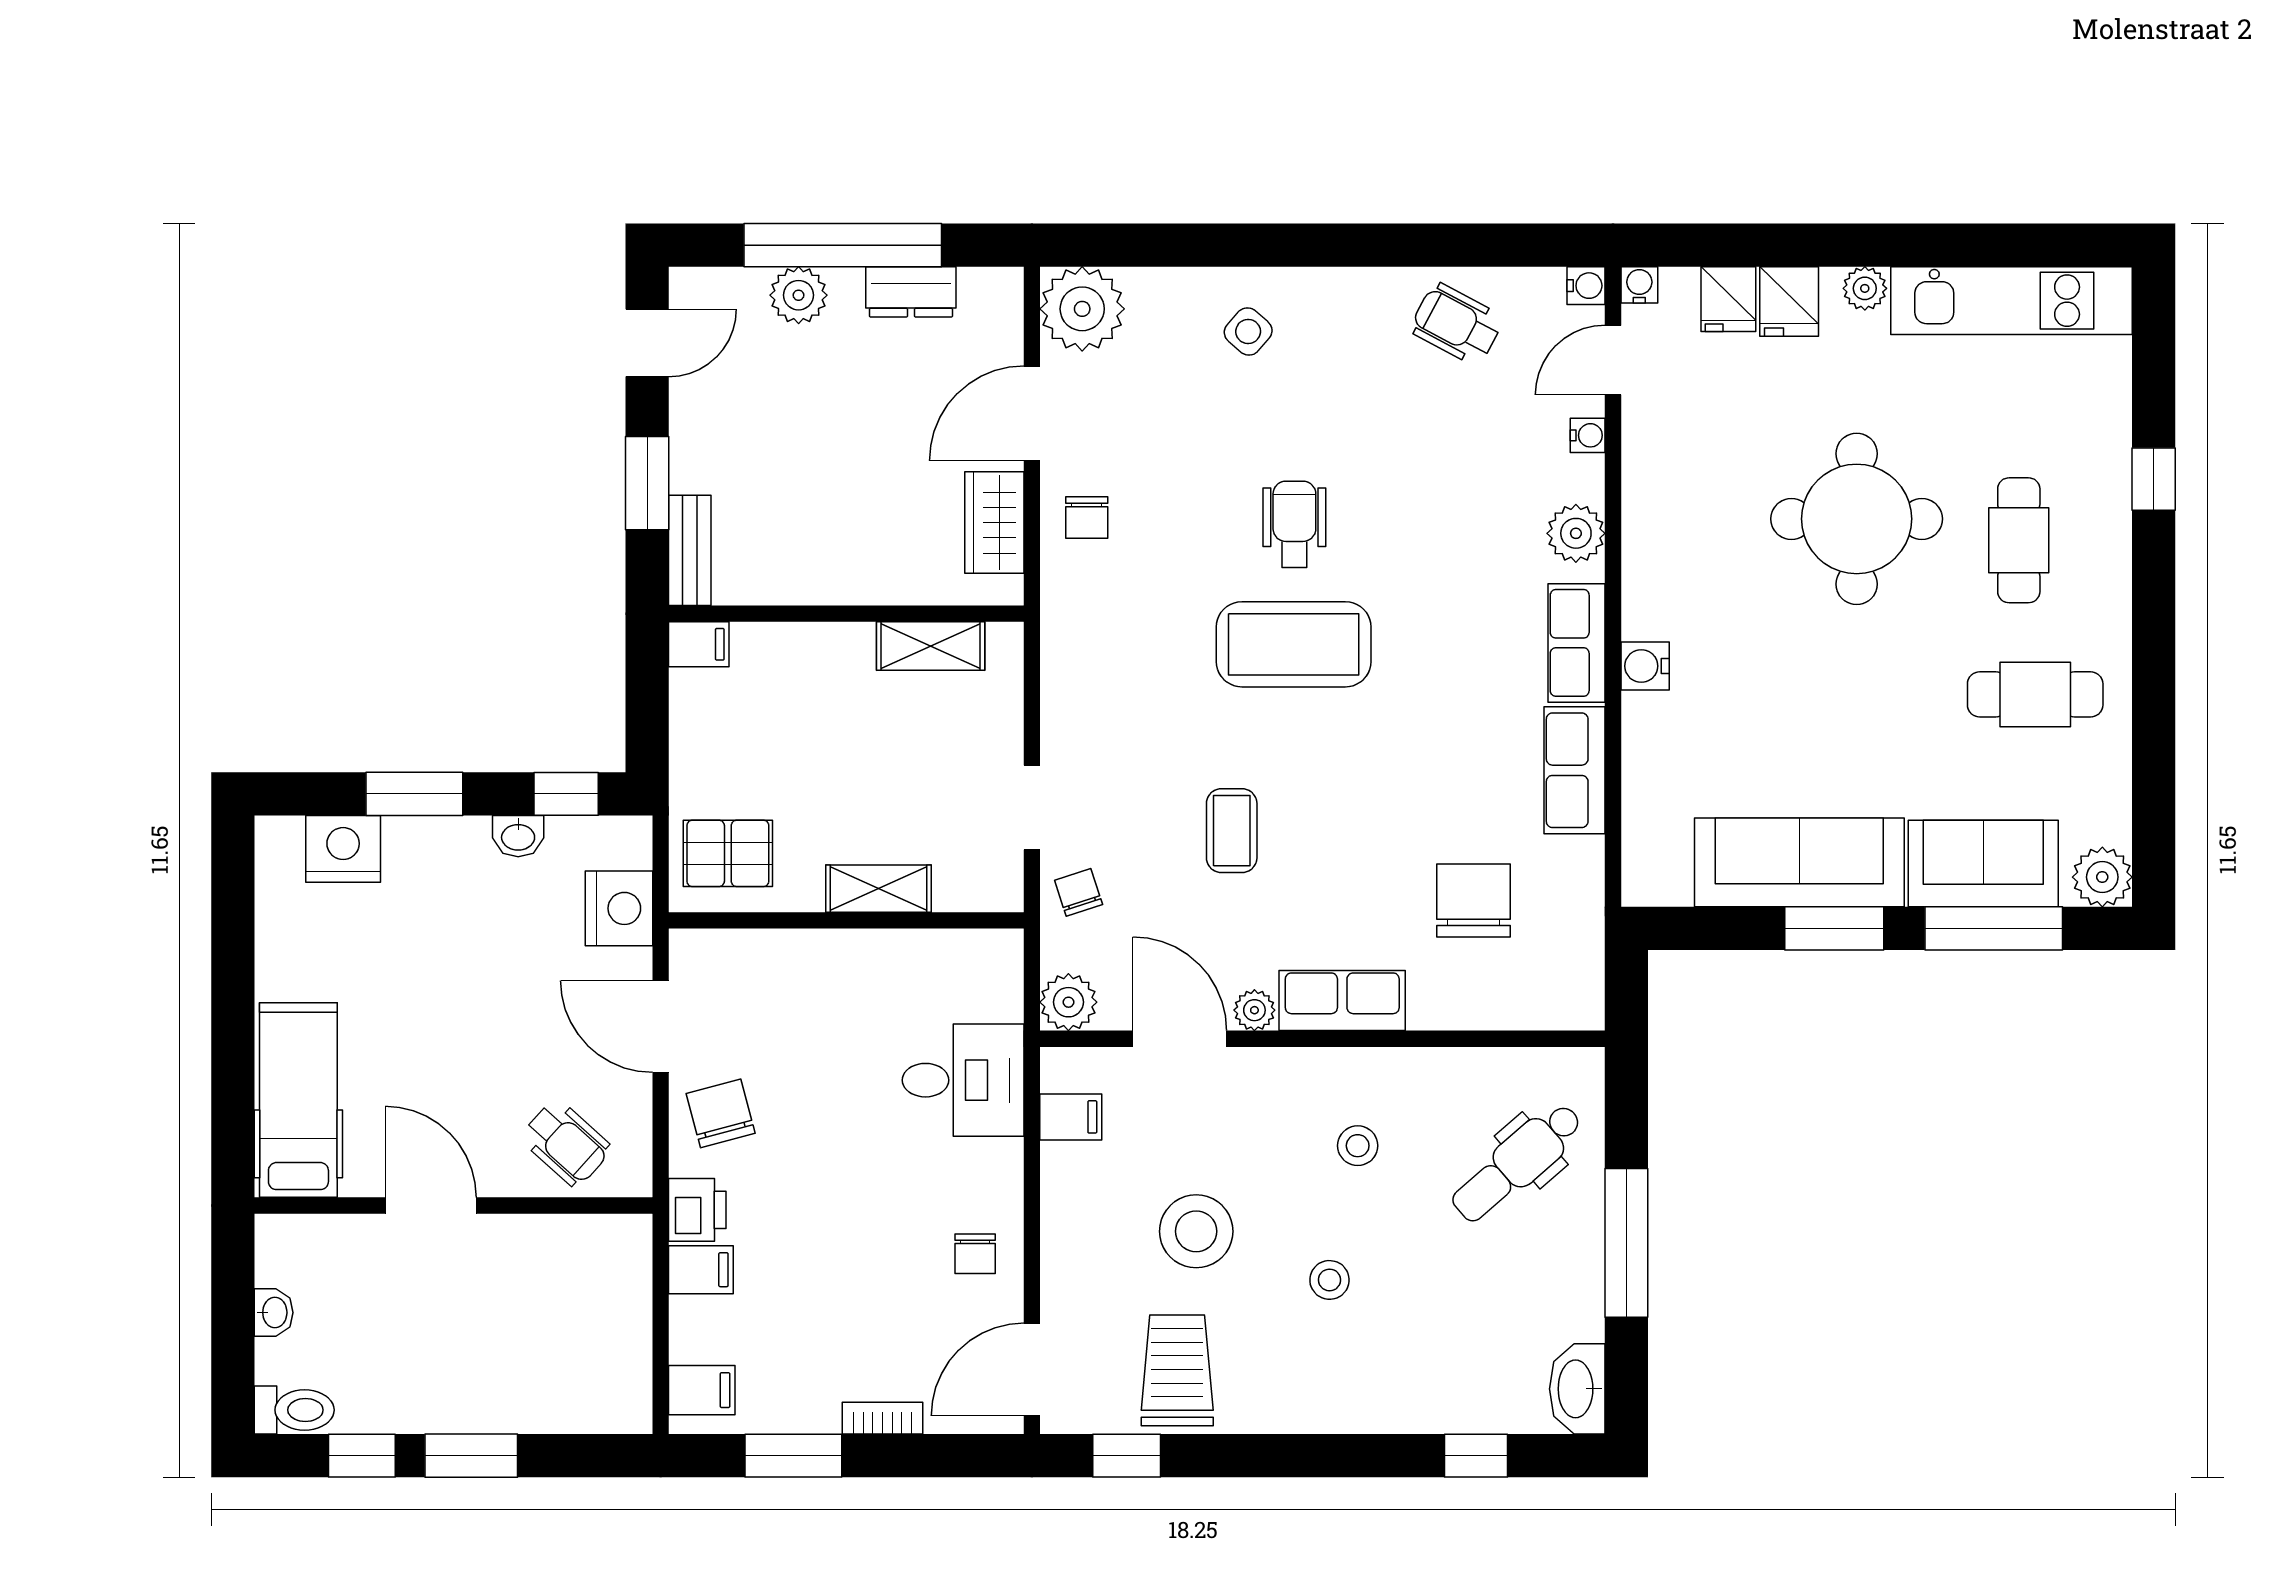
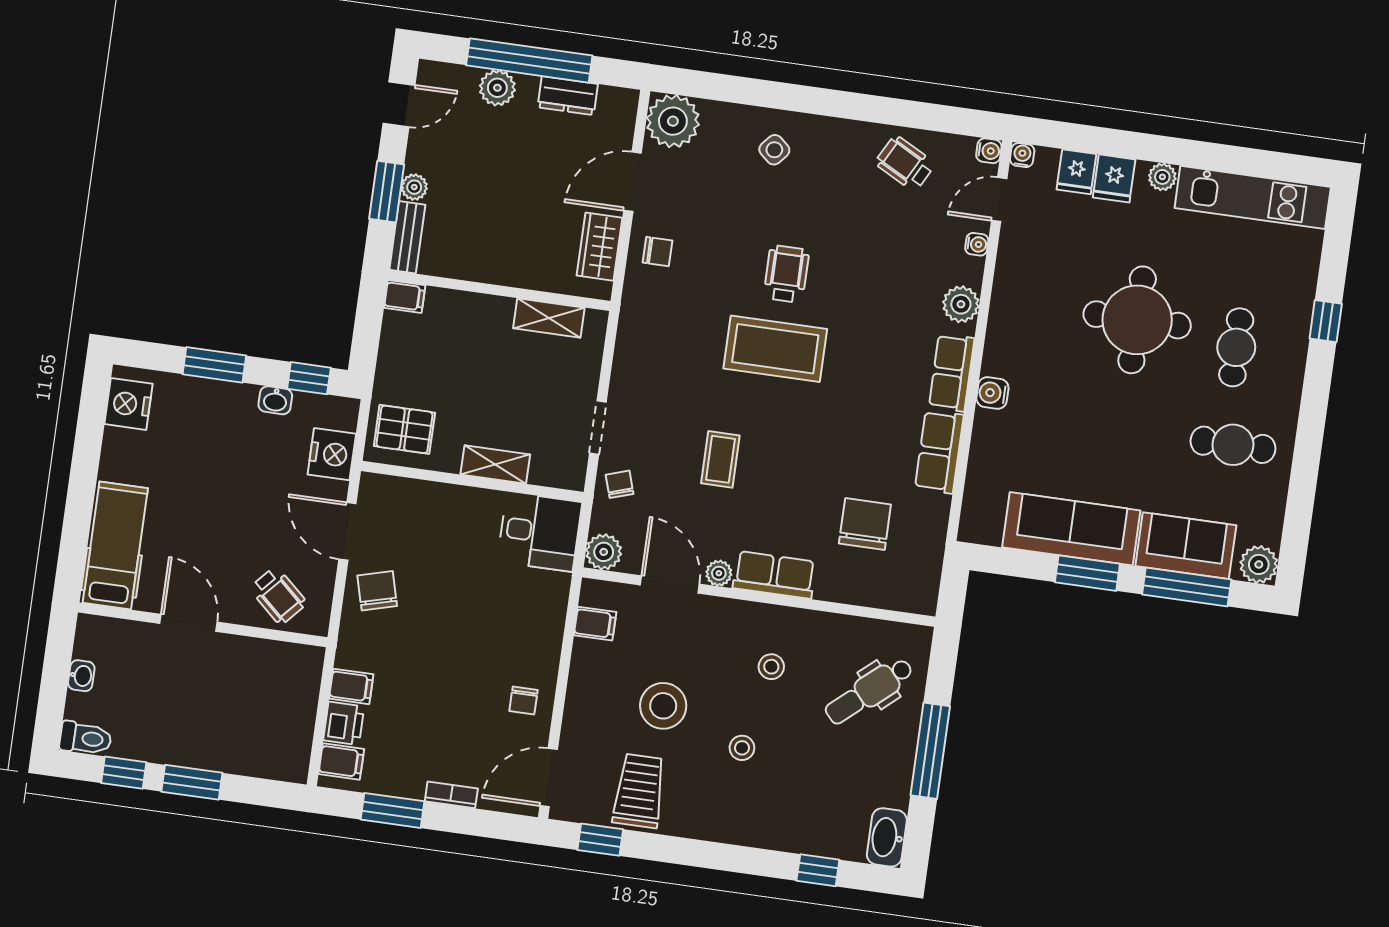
plant: (690, 470) -> (414, 187), added
chair: (1087, 518) -> (657, 252), turned -90
nightstand: (343, 849) -> (128, 404), moved, turned -90
desk: (963, 1080) -> (540, 532), moved
printer: (697, 1210) -> (344, 723), moved

